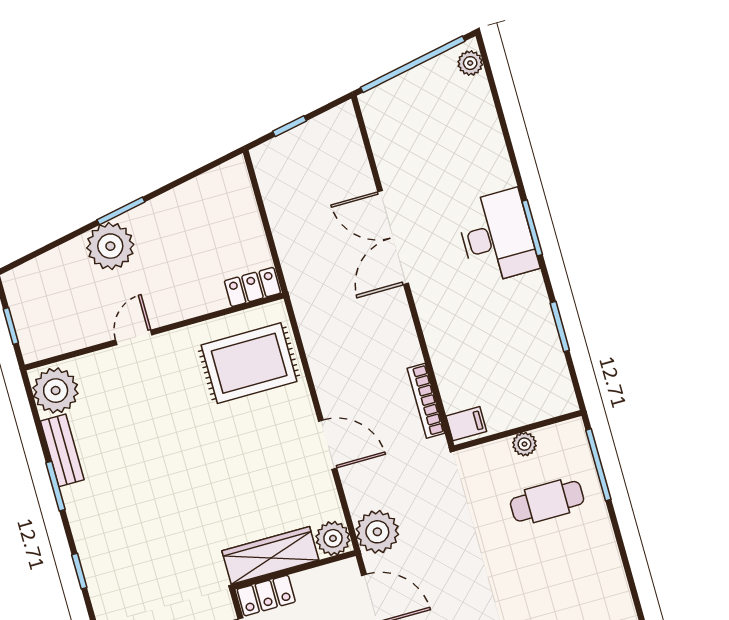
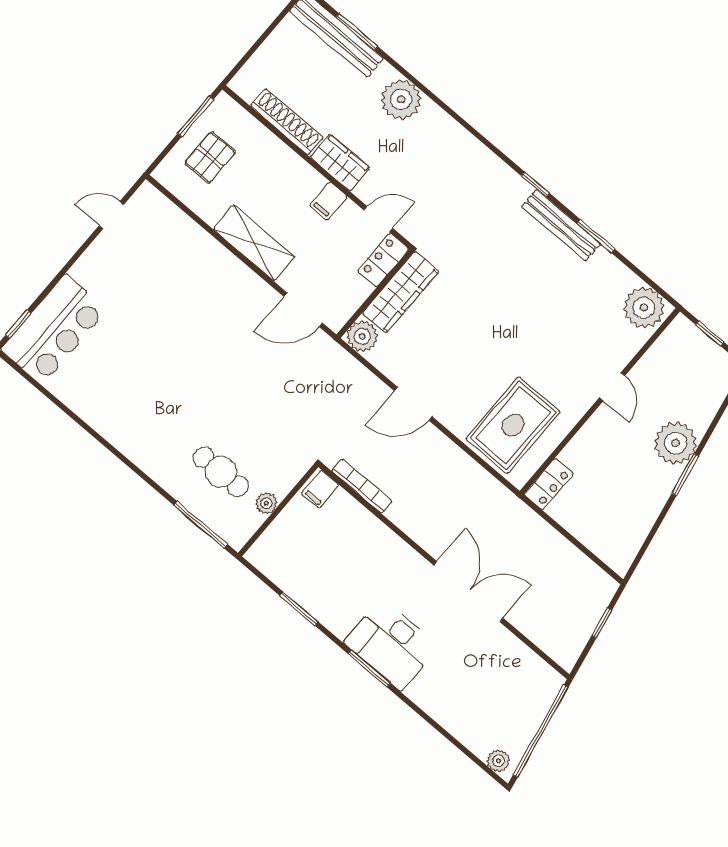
bench: (62, 450) -> (561, 225), moved, width x1.36
cafe table: (547, 501) -> (221, 472), turned 90
plant: (377, 532) -> (332, 364), removed

